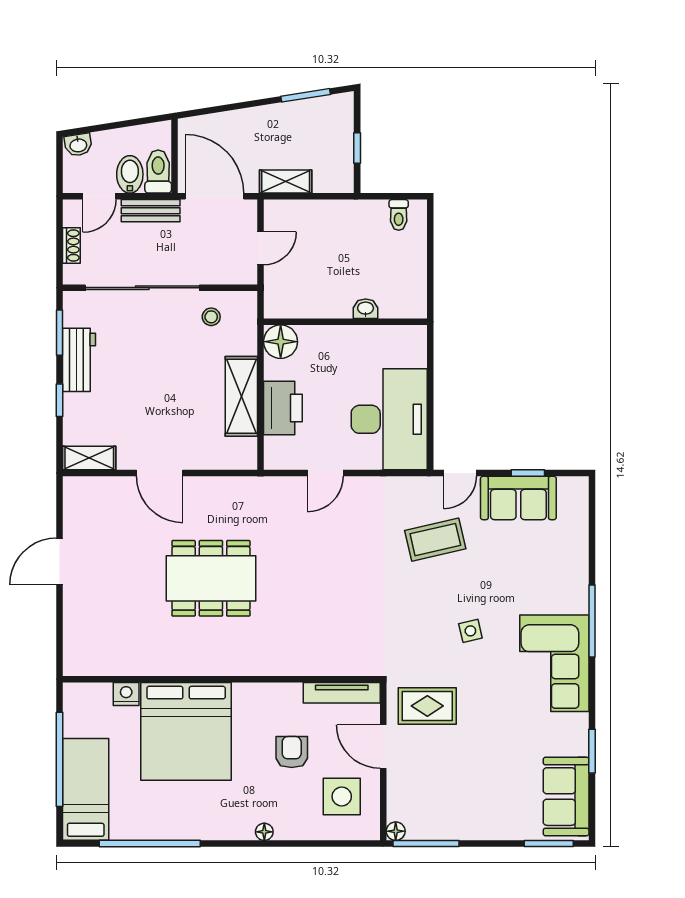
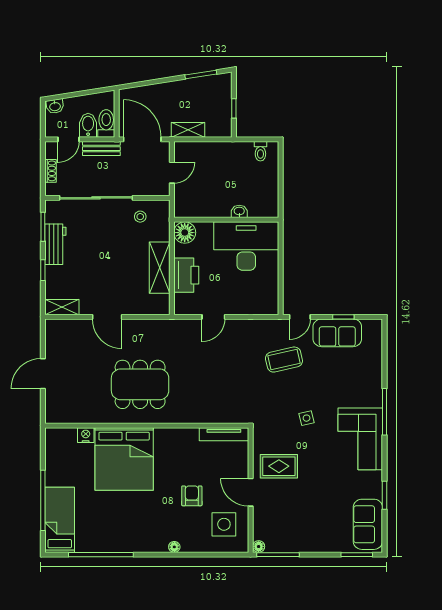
desk: (389, 419) -> (246, 246), moved, turned -90
wall: (221, 679) -> (147, 426), moved
tv unit: (342, 693) -> (224, 434), moved
nightstand: (126, 694) -> (86, 435), moved
bed: (186, 731) -> (124, 459), moved

